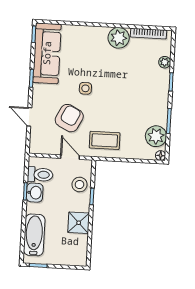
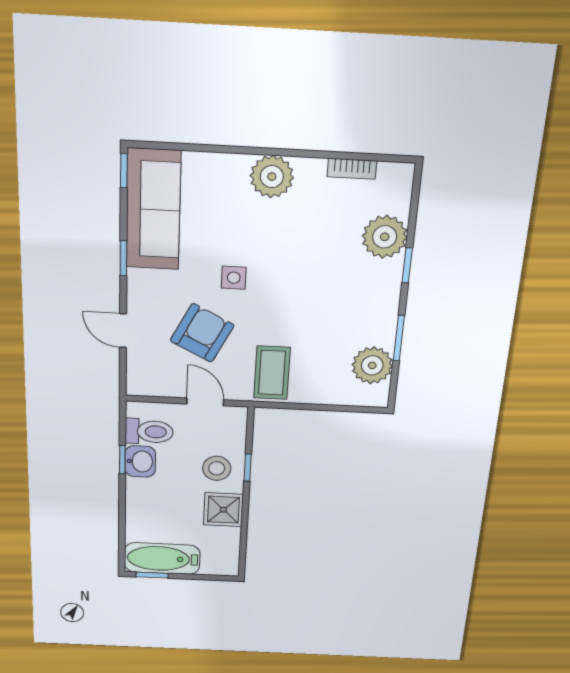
bookcase: (148, 34) -> (352, 169), width x0.64
plant: (119, 38) -> (272, 177), moved
plant: (165, 62) -> (385, 237), width x1.87, depth x1.87
coffee table: (105, 140) -> (272, 373), turned 90
floor lamp: (161, 156) -> (379, 399), removed
stool: (79, 185) -> (217, 468), moved
bathtub: (34, 235) -> (162, 559), moved, turned -90

